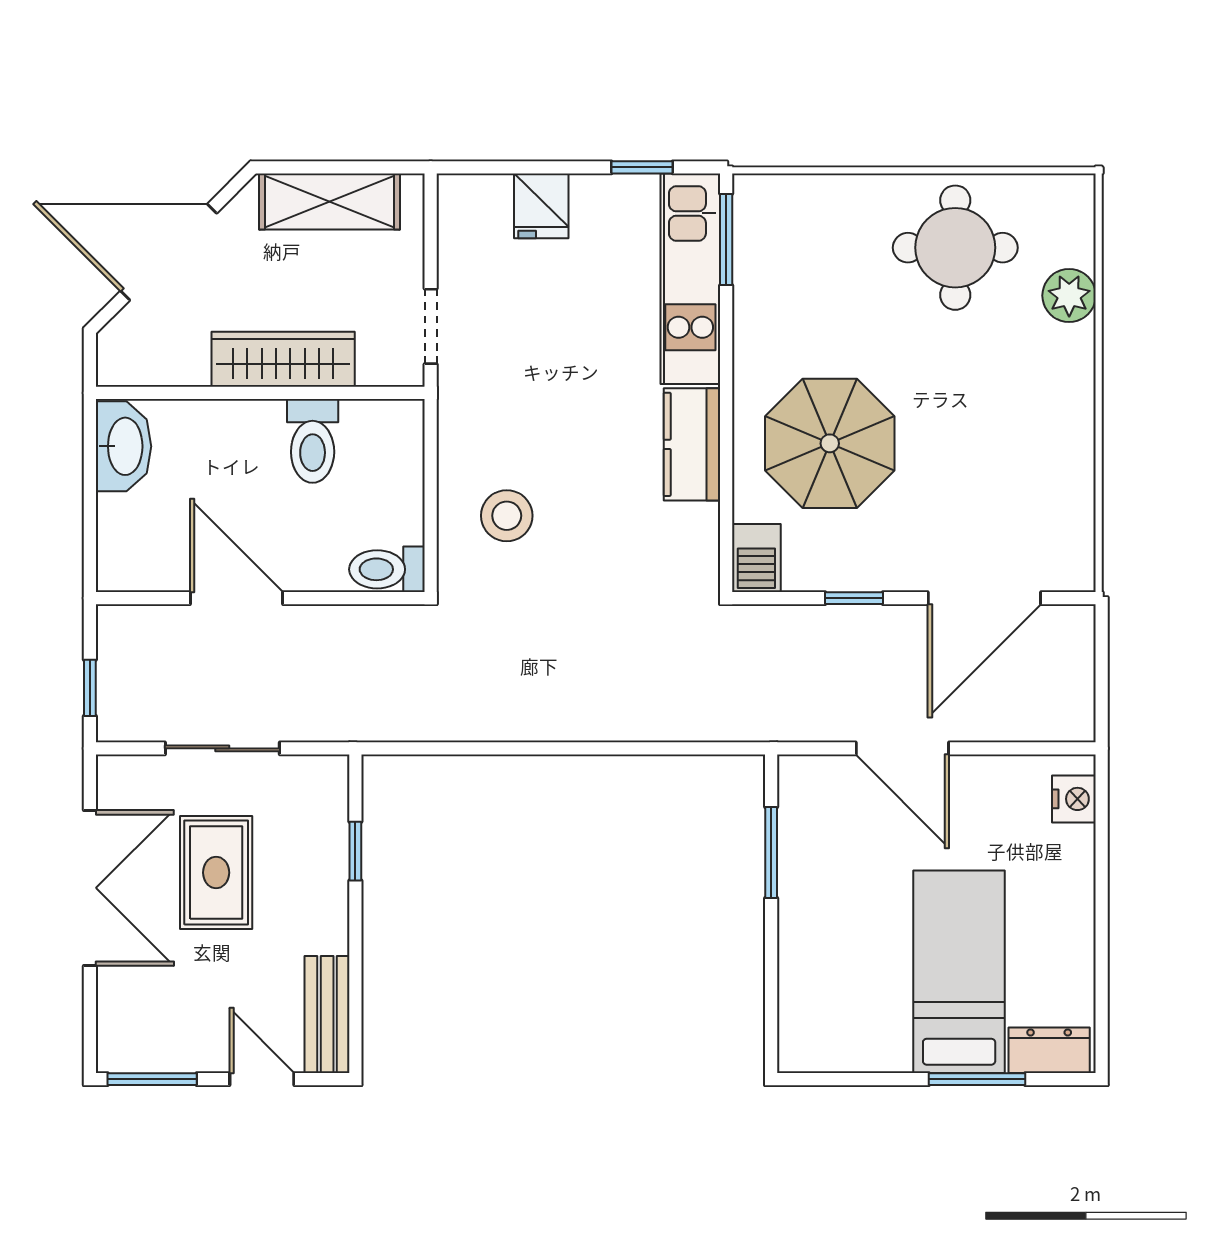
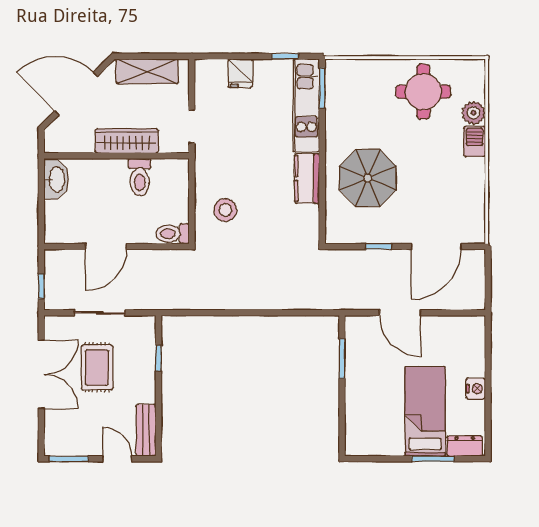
barbecue: (756, 558) -> (475, 141), moved, turned 180
door: (236, 598) -> (106, 246), swing flipped
nightstand: (1074, 799) -> (476, 389), moved

